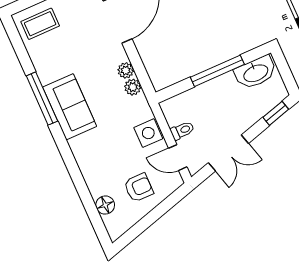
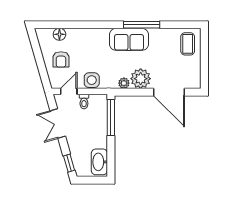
plant: (126, 70) -> (141, 79), width x1.87, depth x1.87
window: (217, 71) -> (111, 118), moved

